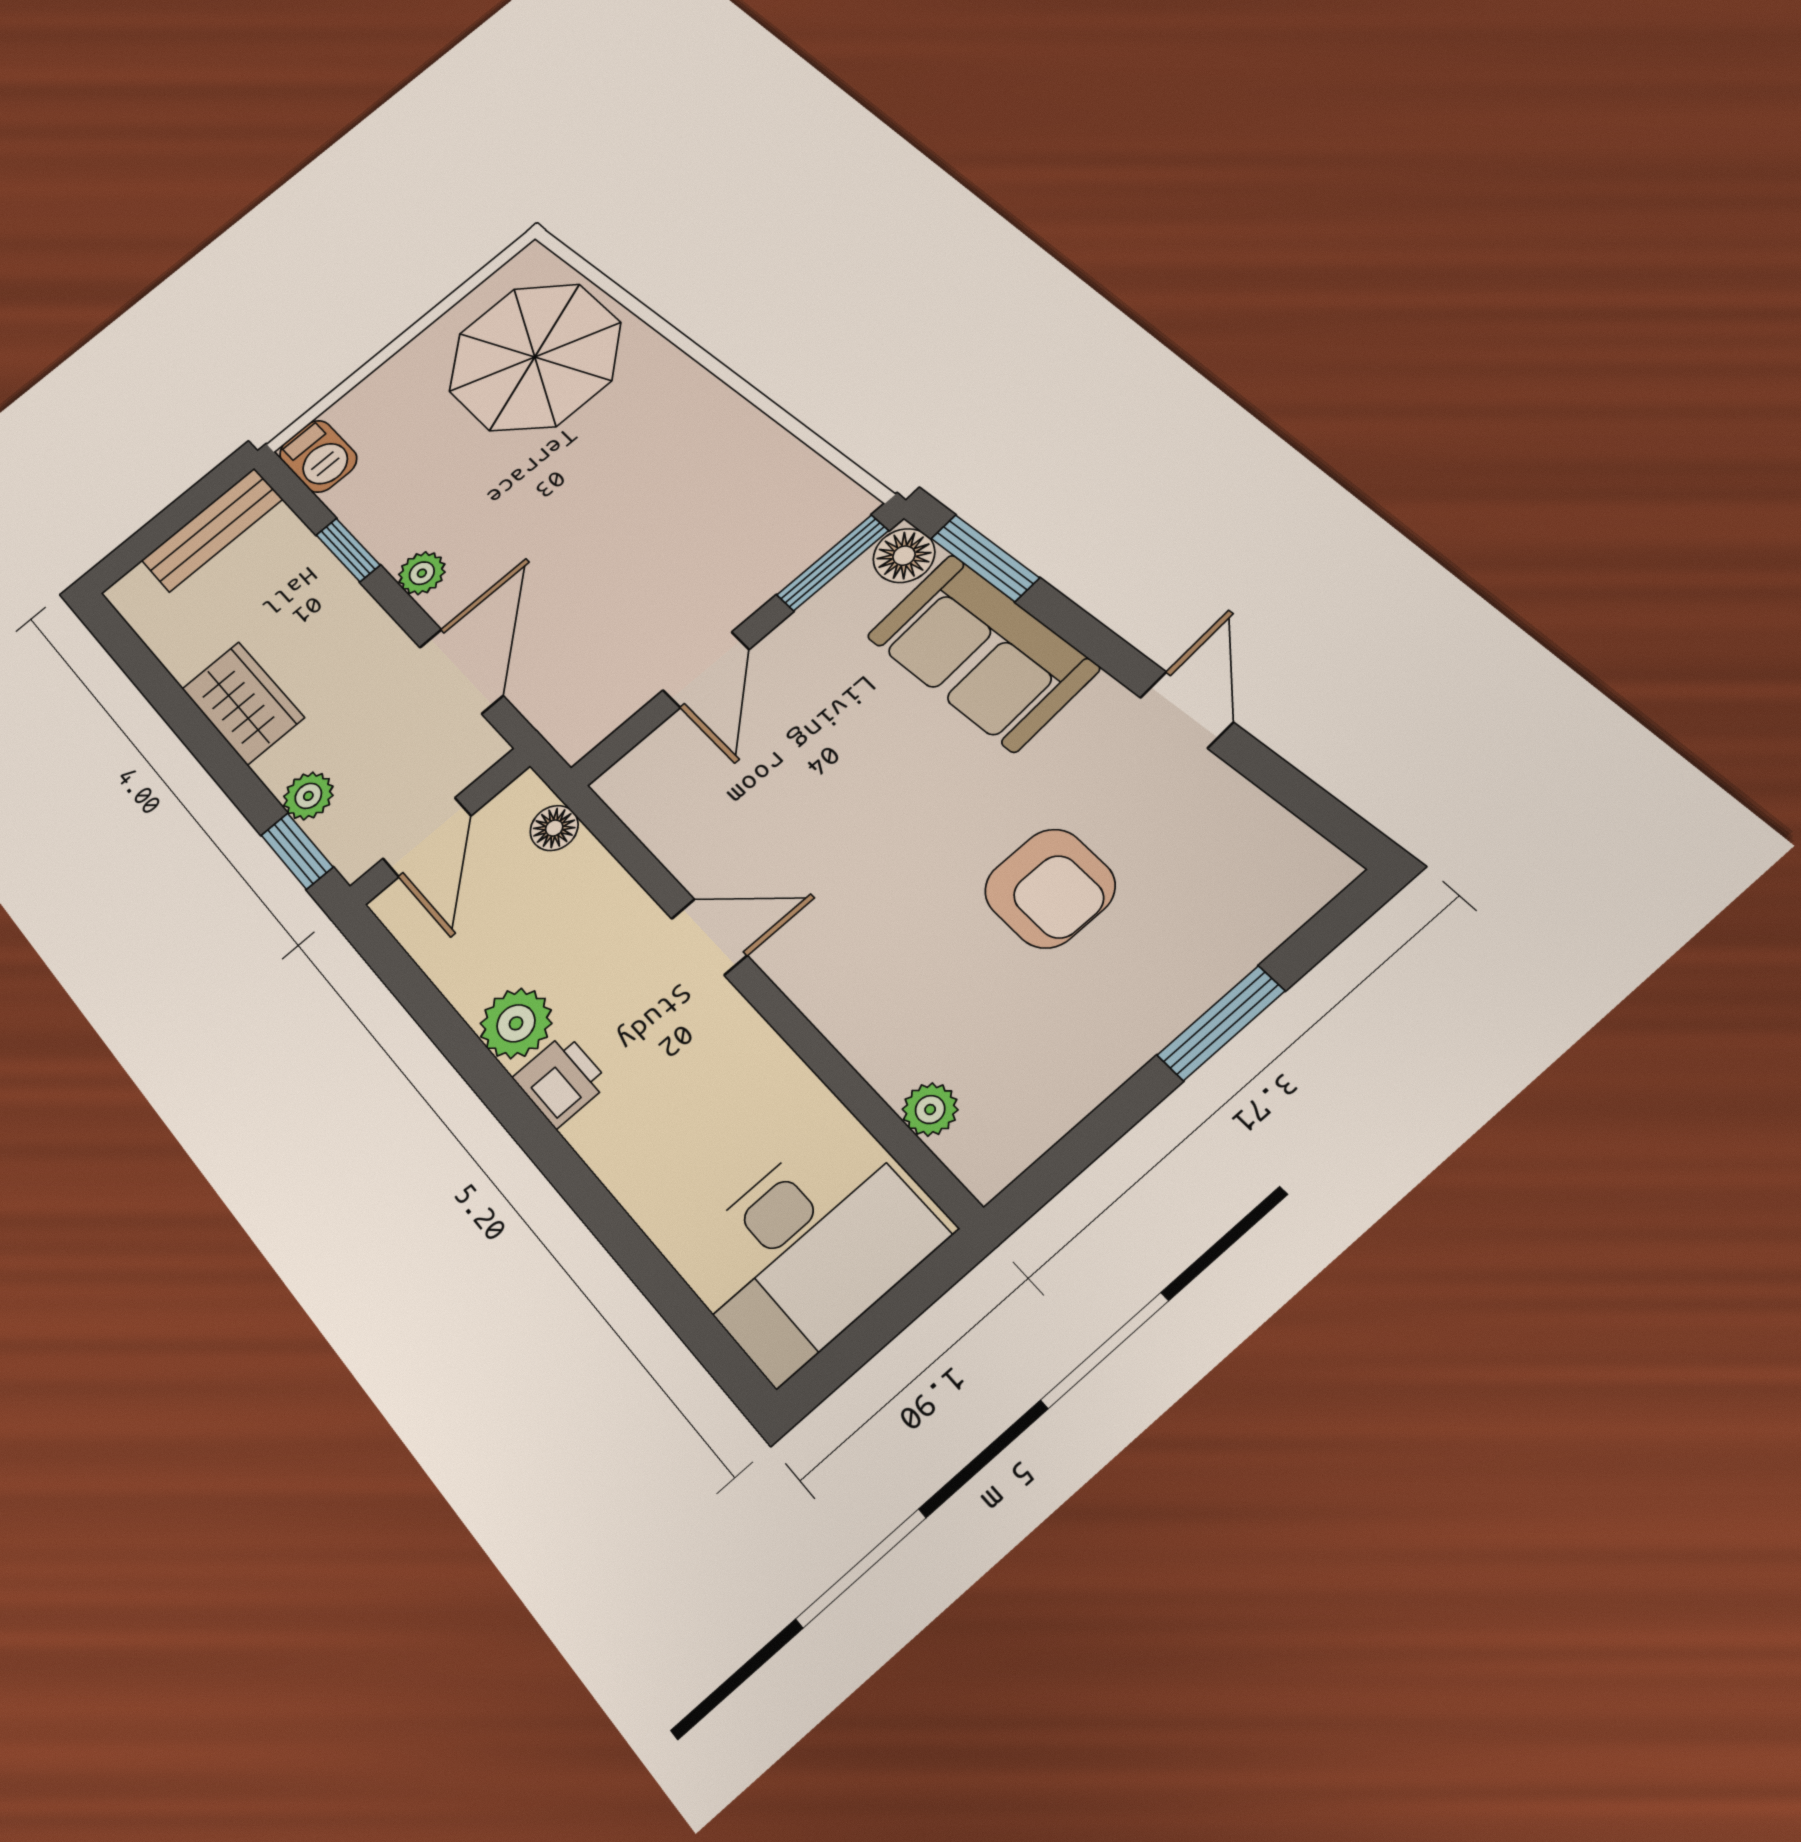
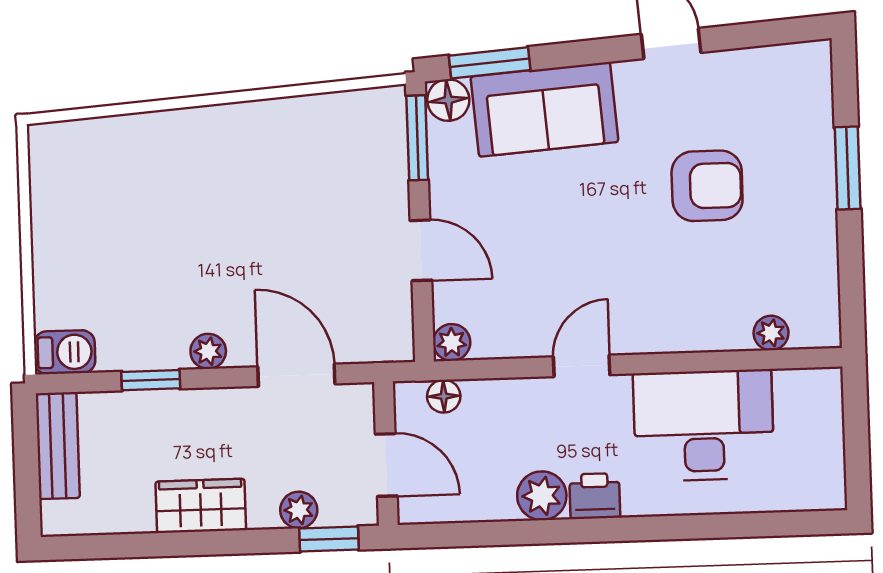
parasol: (535, 357) -> (116, 186), removed
plant: (624, 785) -> (452, 342), added
desk: (809, 1249) -> (704, 425), moved, turned -90

